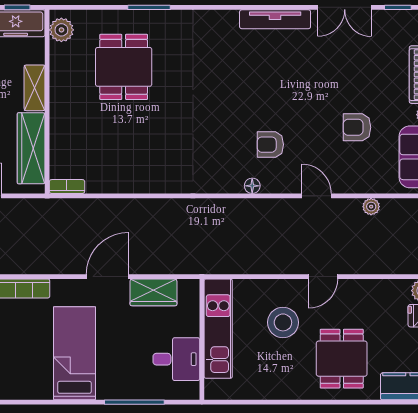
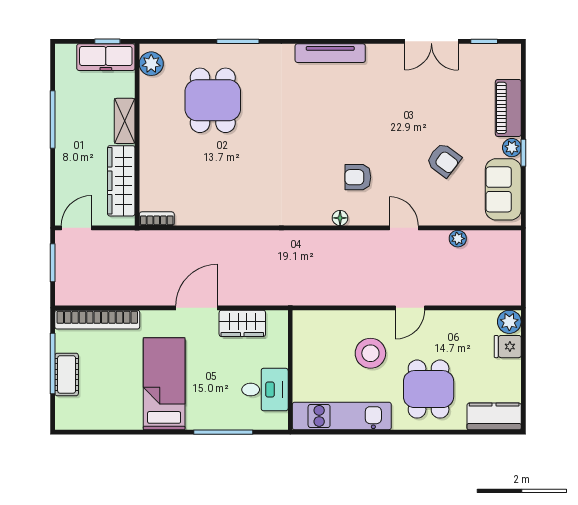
tv unit: (275, 19) -> (330, 53), moved
armchair: (357, 127) -> (444, 160), turned -143
kitchen unit: (218, 329) -> (342, 416), moved, turned -90

